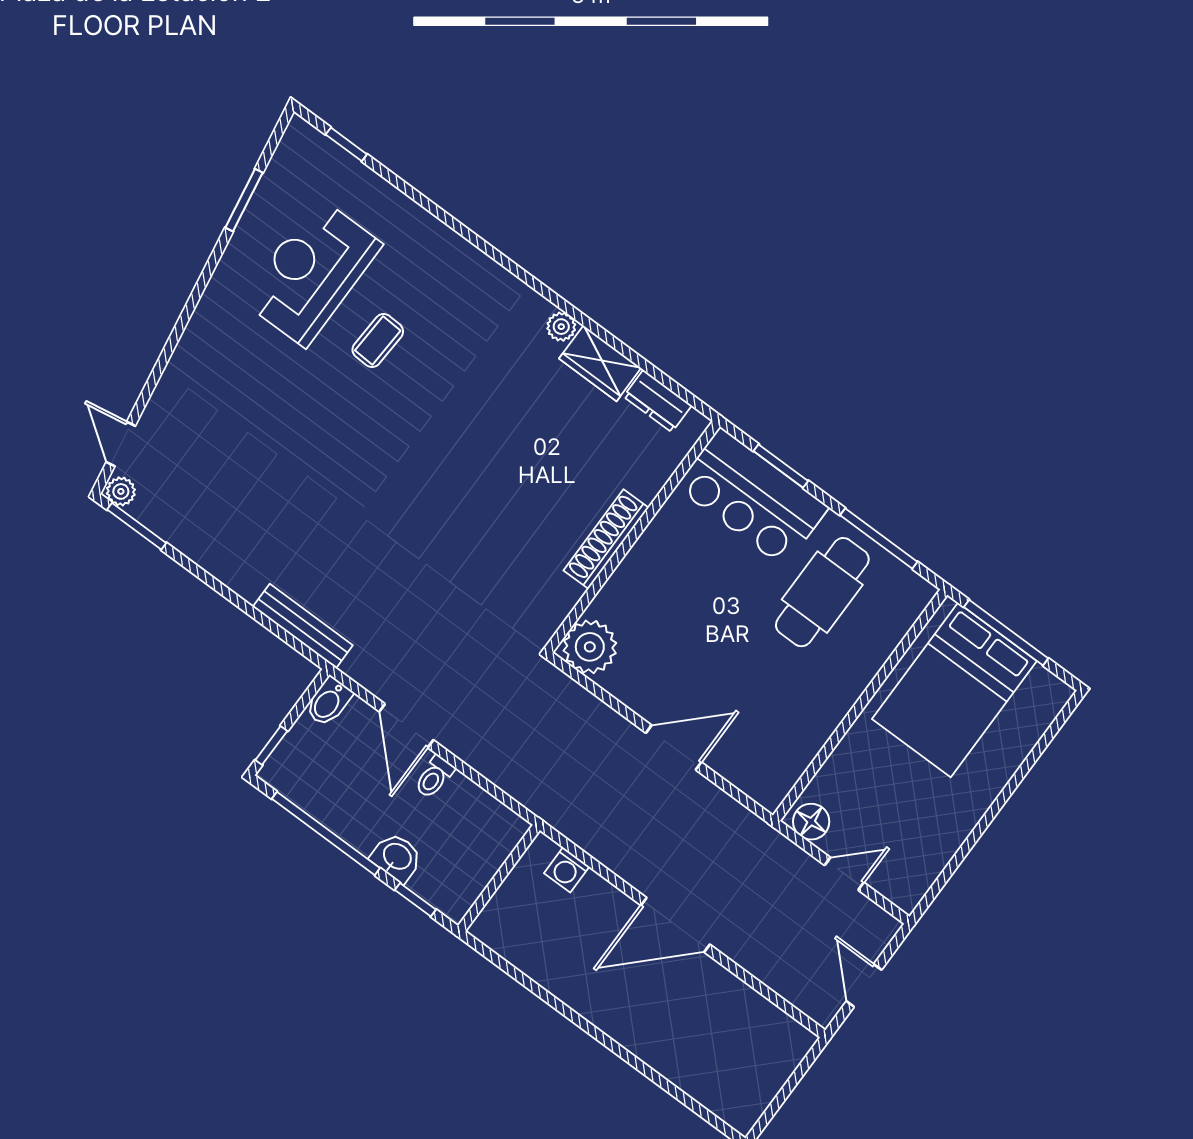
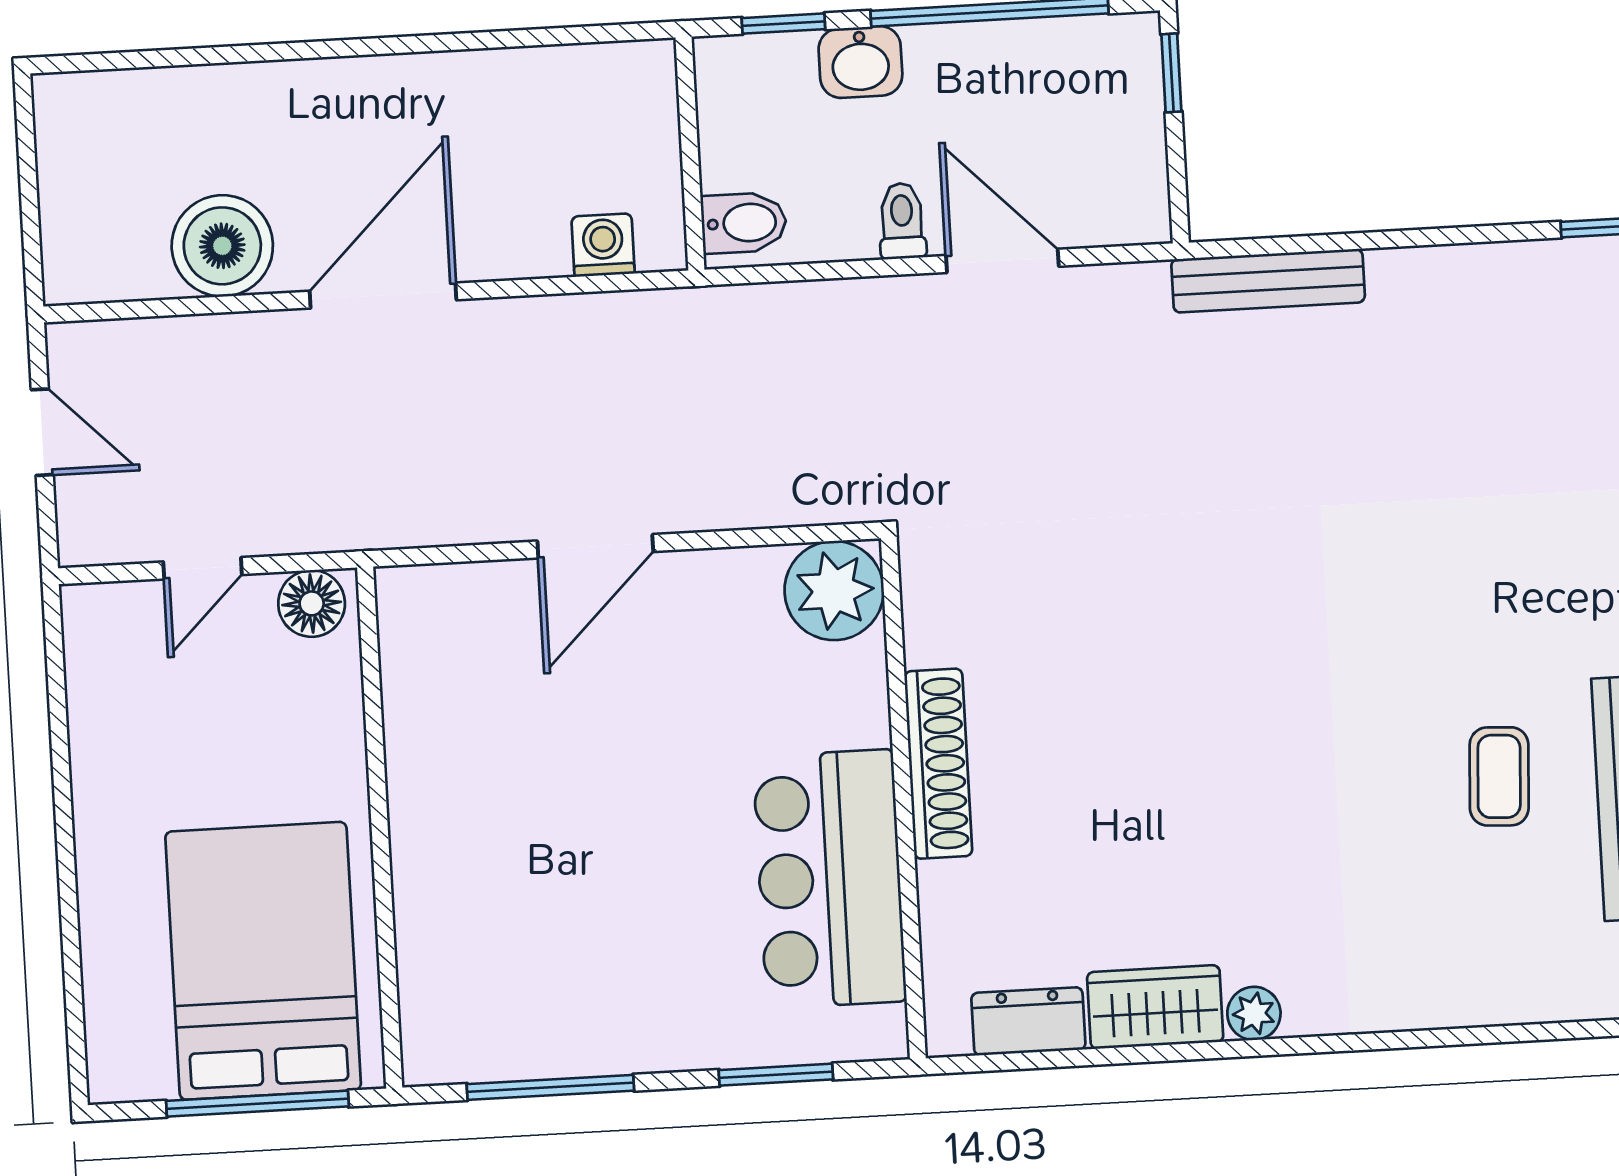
bar counter: (752, 497) -> (830, 879), moved, turned -90
cafe table: (822, 592) -> (567, 944), removed
bidet: (329, 702) -> (744, 223), moved, turned 90
boiler: (725, 1001) -> (222, 246), added

